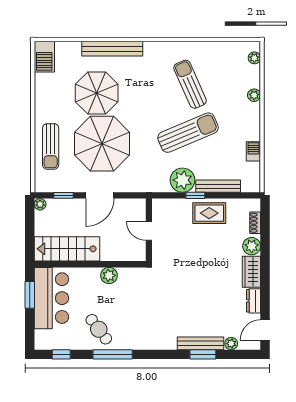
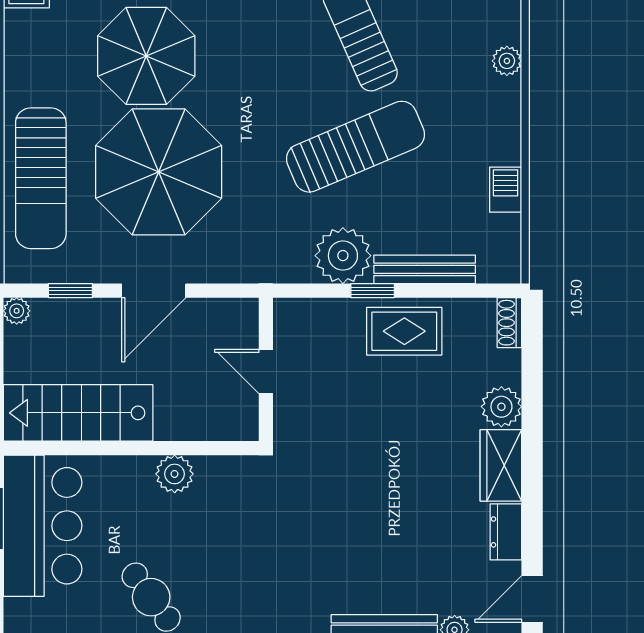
sun lounger: (51, 146) -> (41, 178), width x1.36, depth x1.34
shoe rack: (255, 223) -> (509, 323), moved

